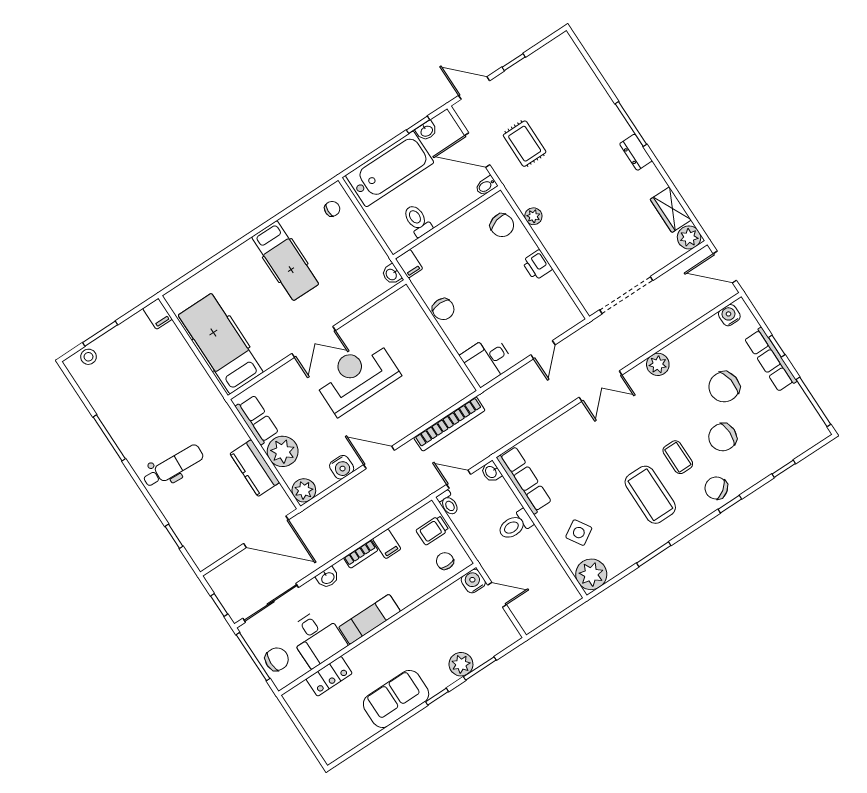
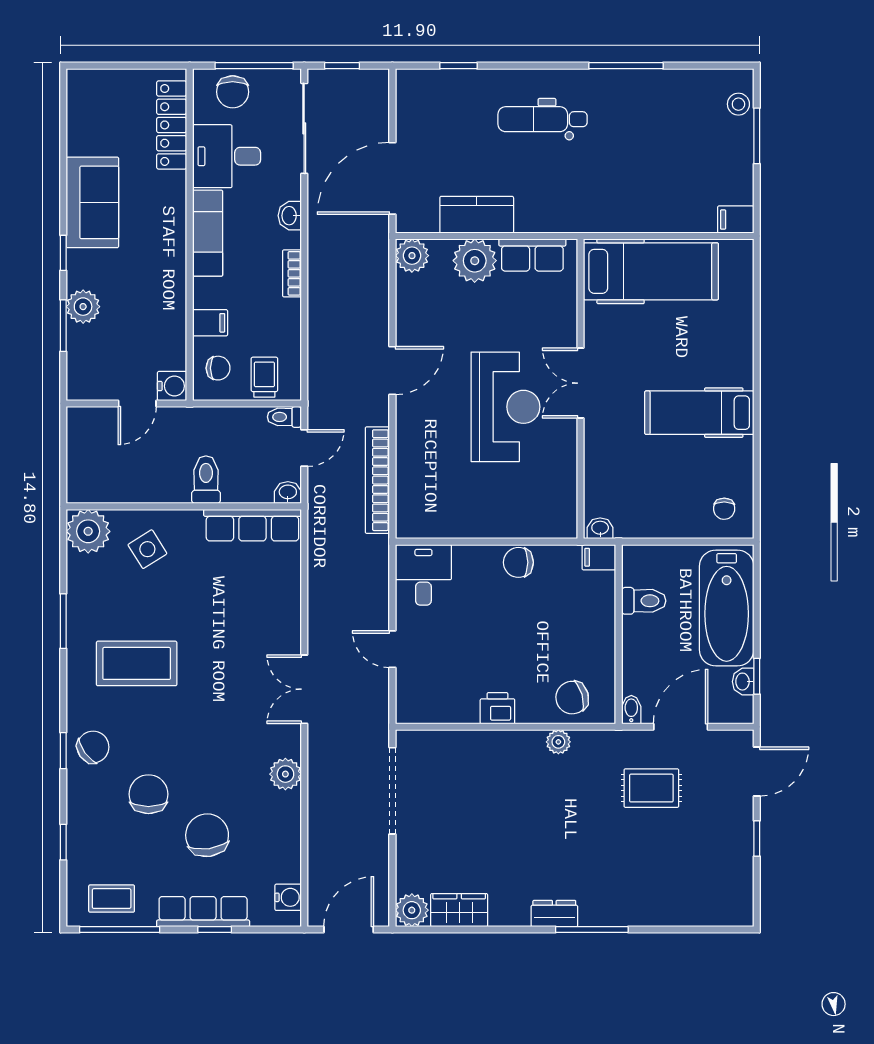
coffee table: (678, 457) -> (112, 899), moved
dental chair: (173, 466) -> (543, 119), turned 87
water cooler: (342, 467) -> (410, 319), removed
filing cabinet: (387, 544) -> (210, 323), moved, turned 180
locker: (329, 676) -> (172, 125), width x1.53

